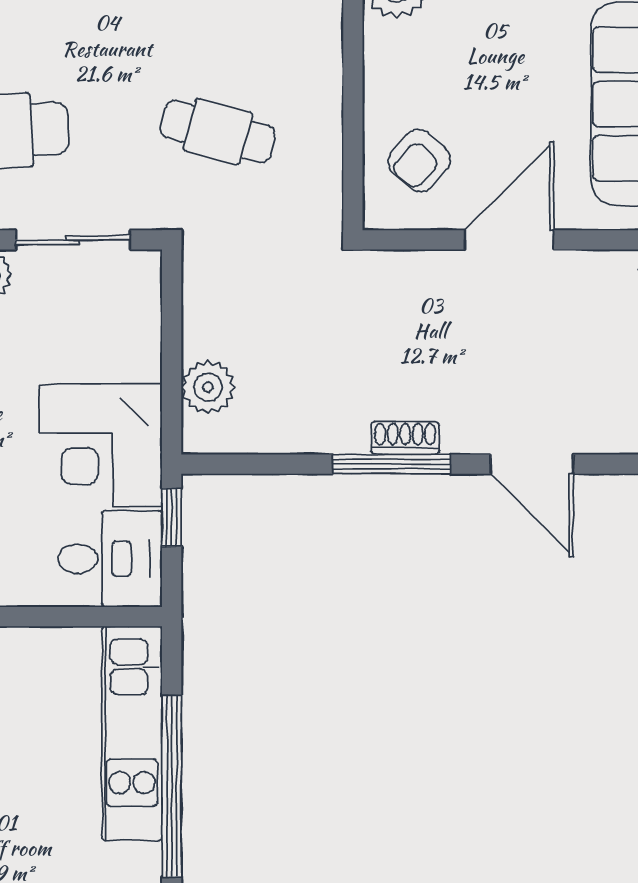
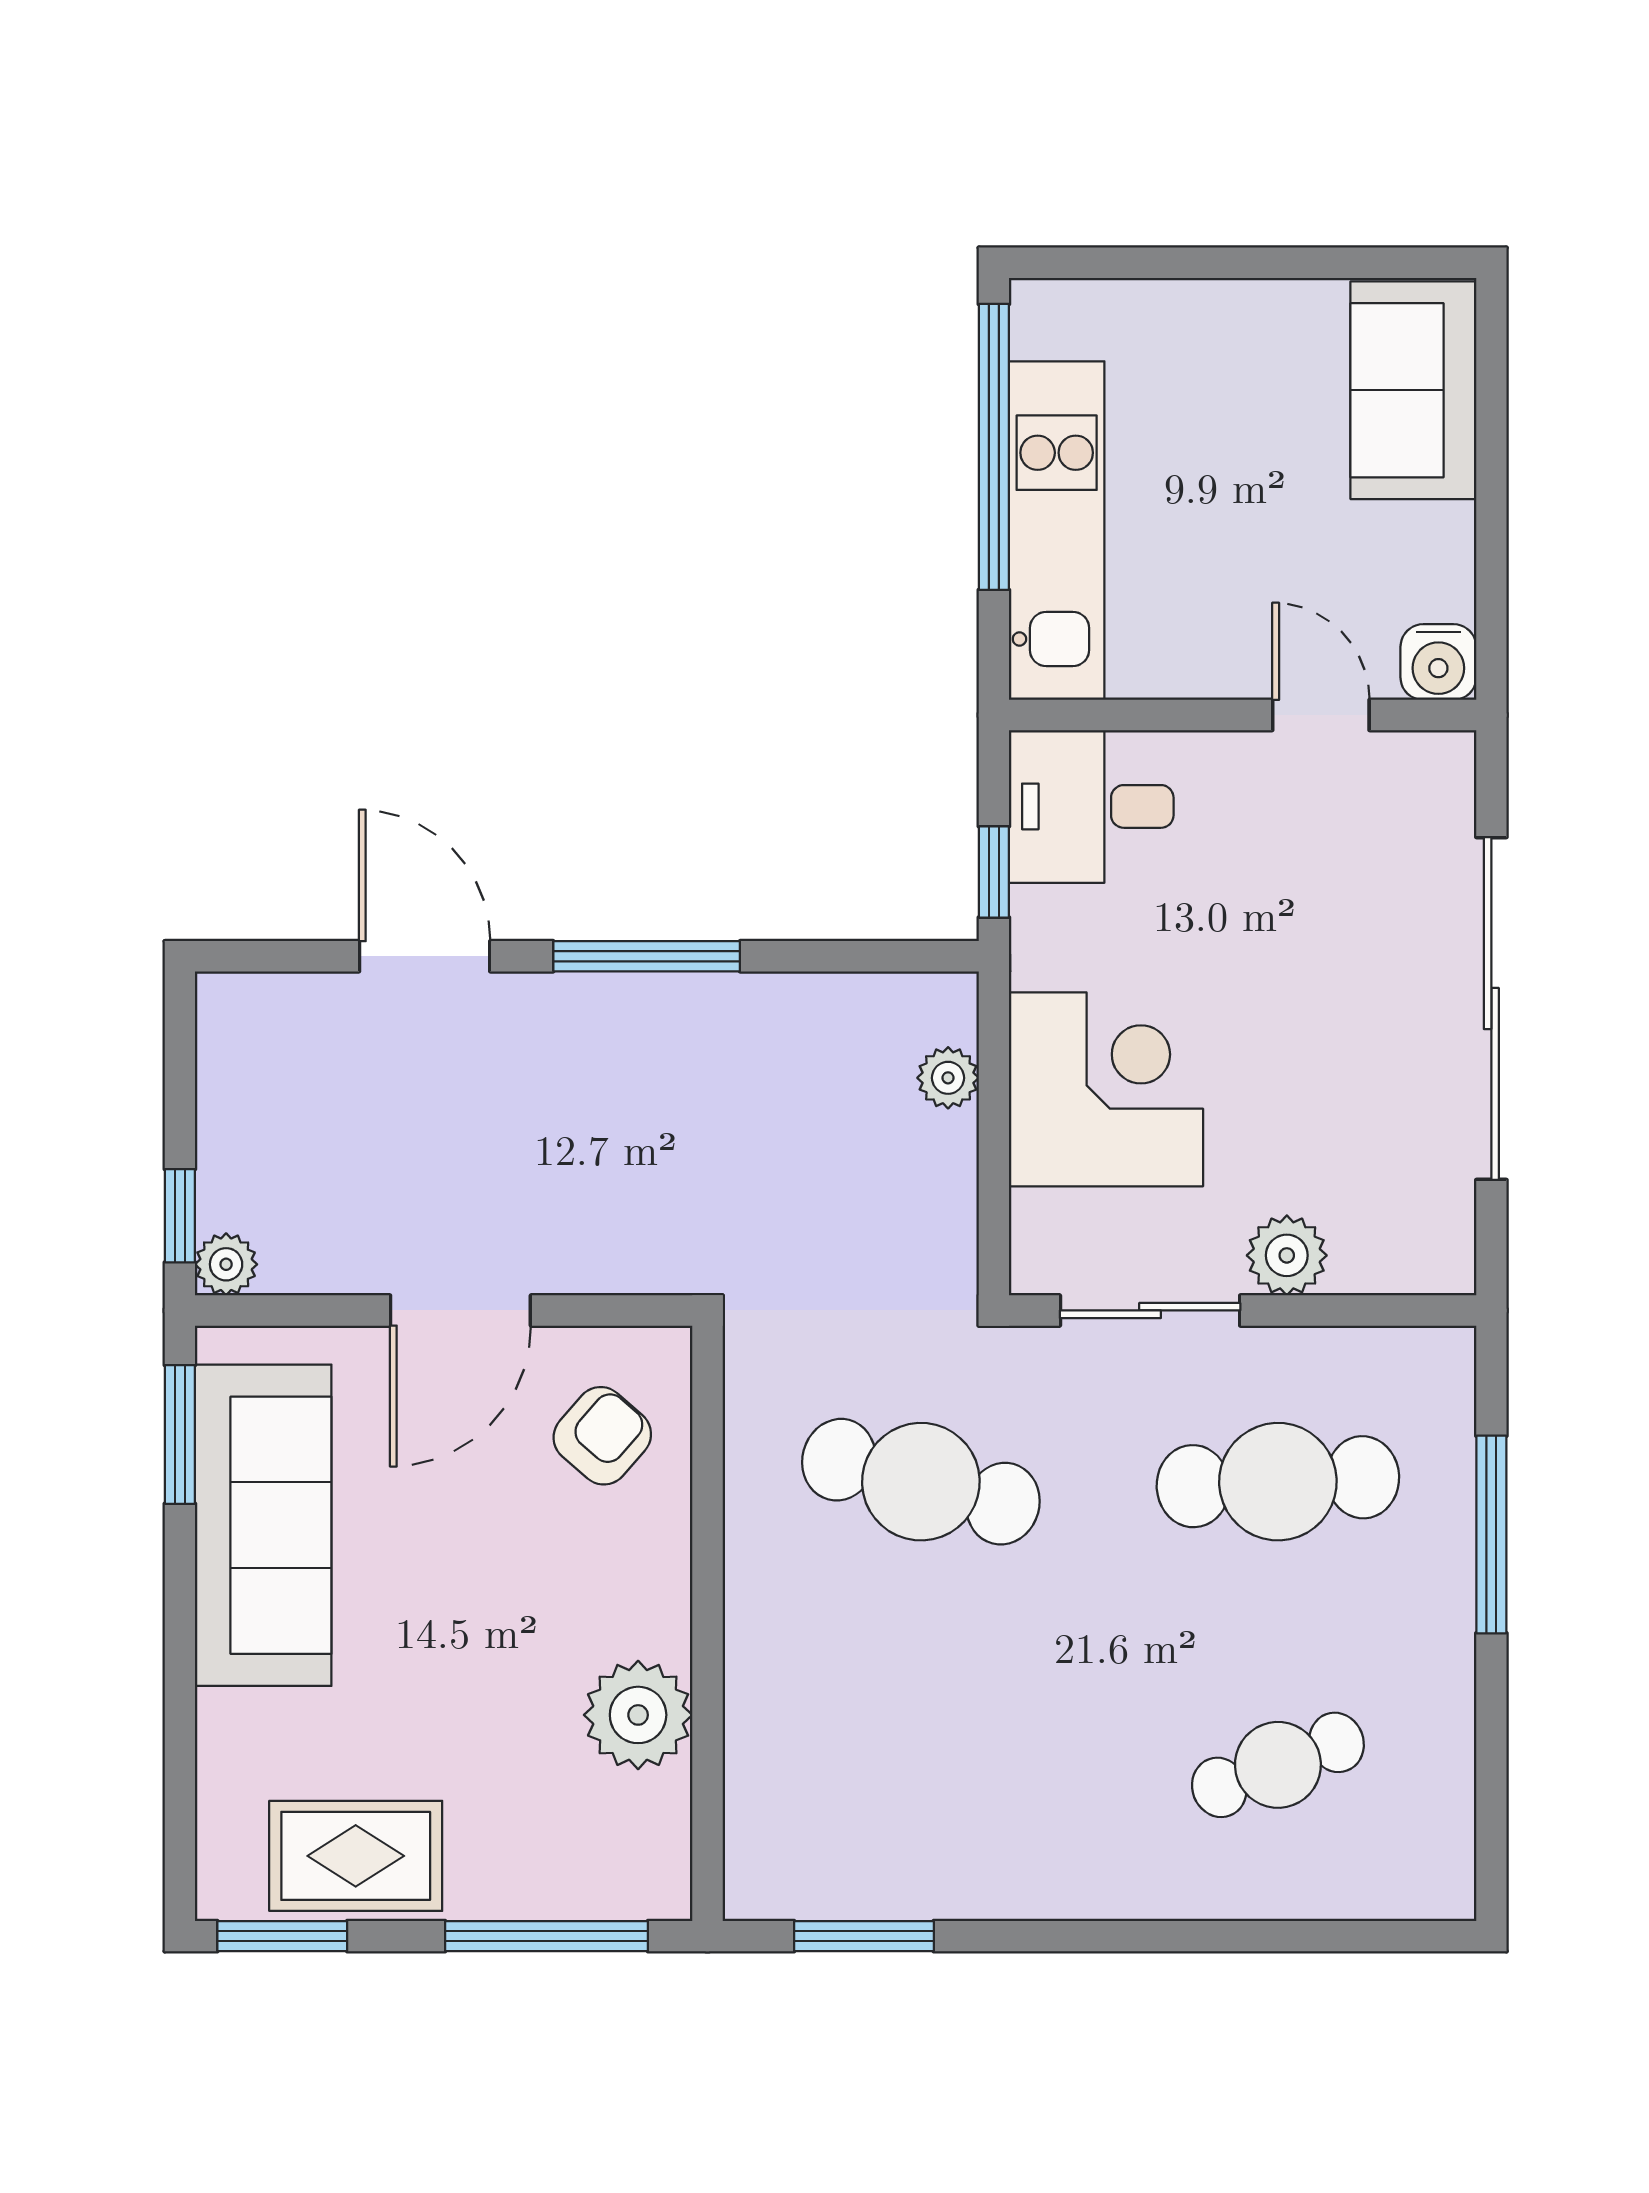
cafe table: (218, 132) -> (921, 1482), width x1.37, depth x1.35
plant: (208, 387) -> (948, 1078), width x0.73, depth x0.73
shoe rack: (405, 438) -> (625, 997), removed
corner desk: (101, 445) -> (1106, 1089), moved

